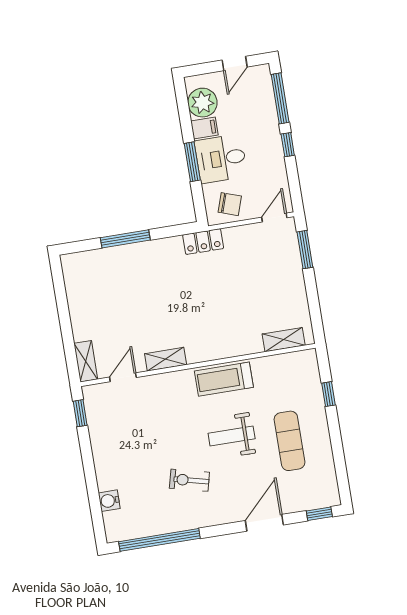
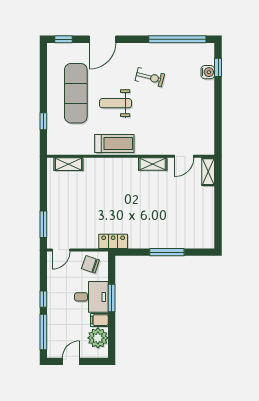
window: (80, 413) -> (218, 67), moved
weight bench: (232, 436) -> (115, 103), turned 180
exercise mat: (290, 441) -> (76, 93), width x1.36, depth x1.45

